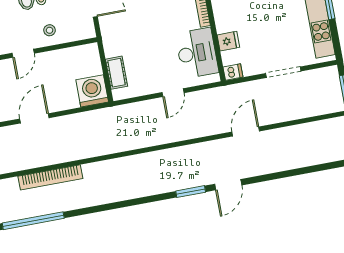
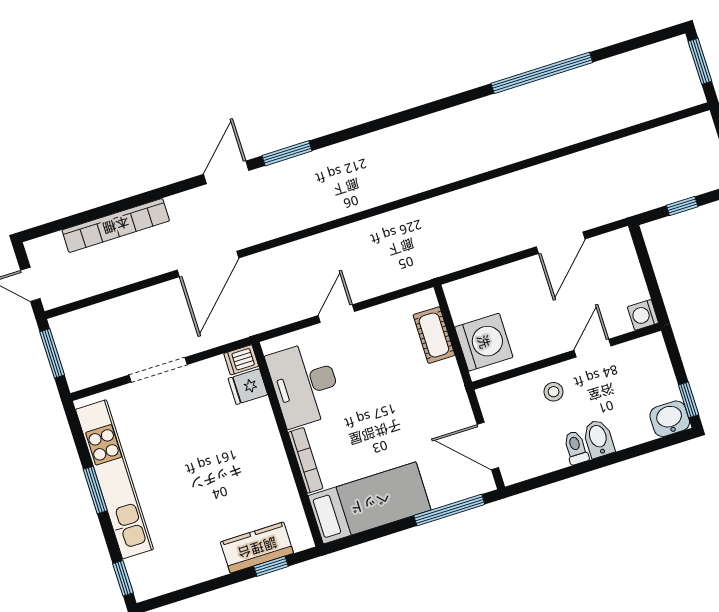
fridge: (228, 41) -> (248, 387), moved
washing machine: (92, 91) -> (484, 342), moved, turned -90
door: (246, 131) -> (208, 264), width x1.36
bookcase: (50, 177) -> (116, 225), moved, turned 180

